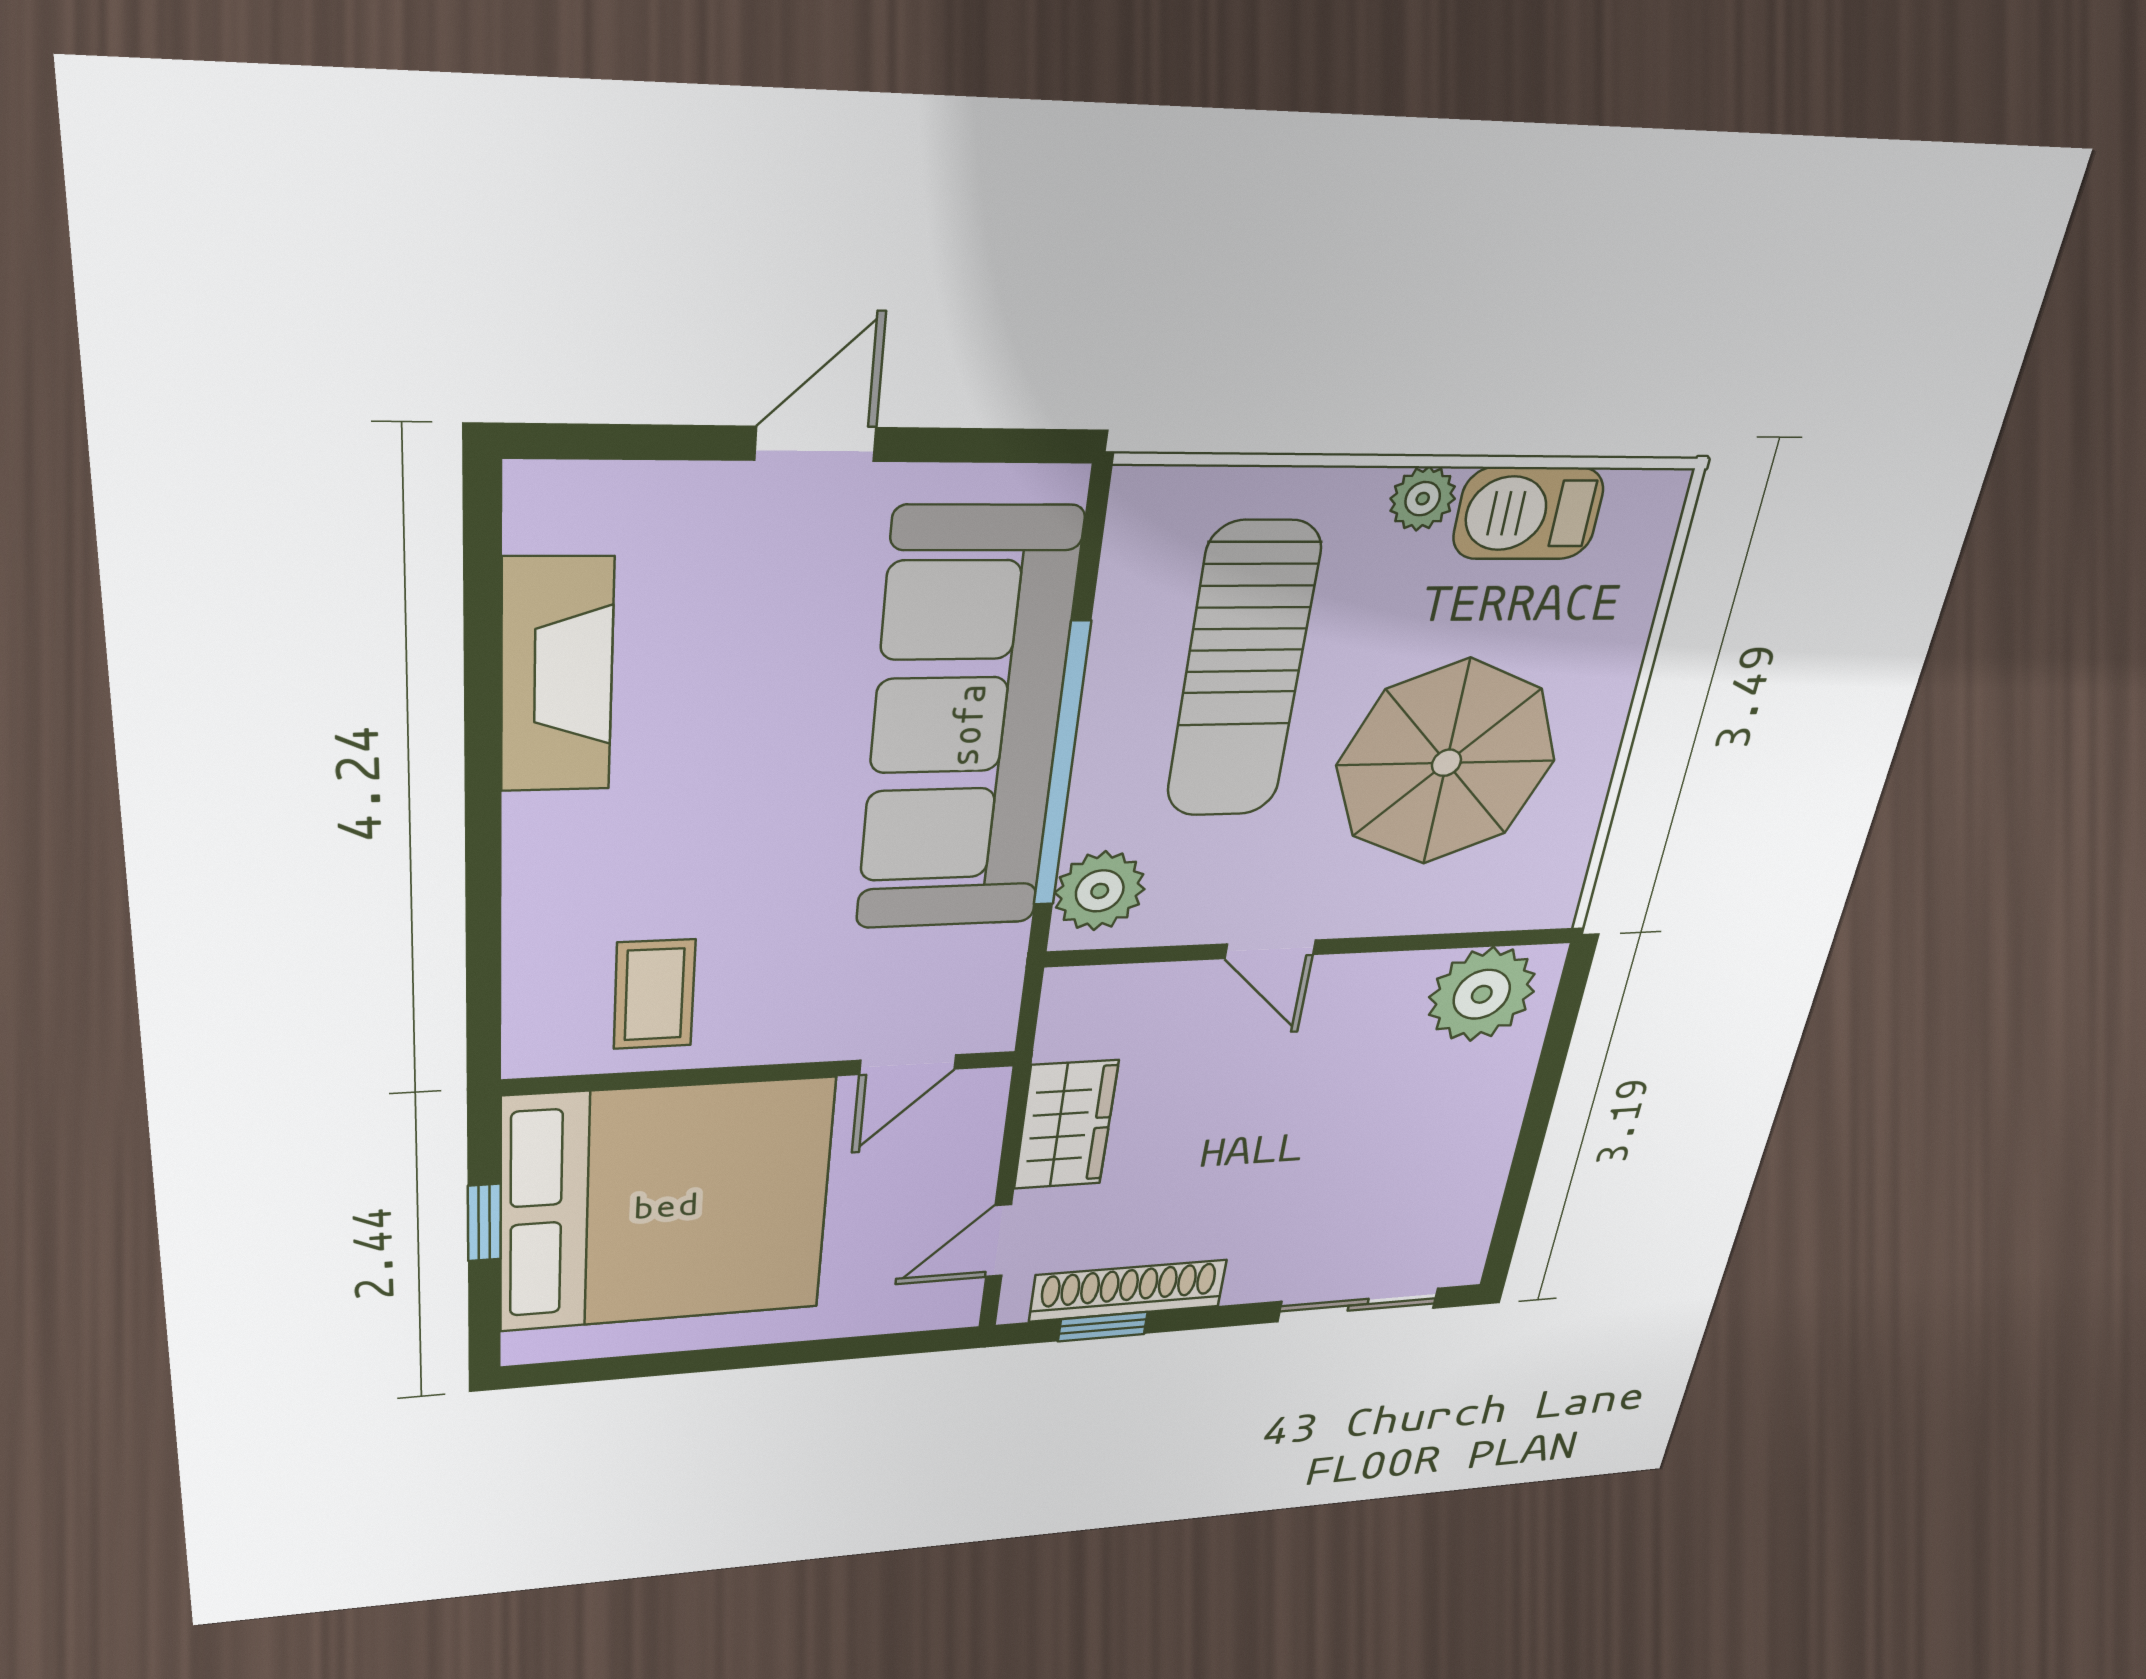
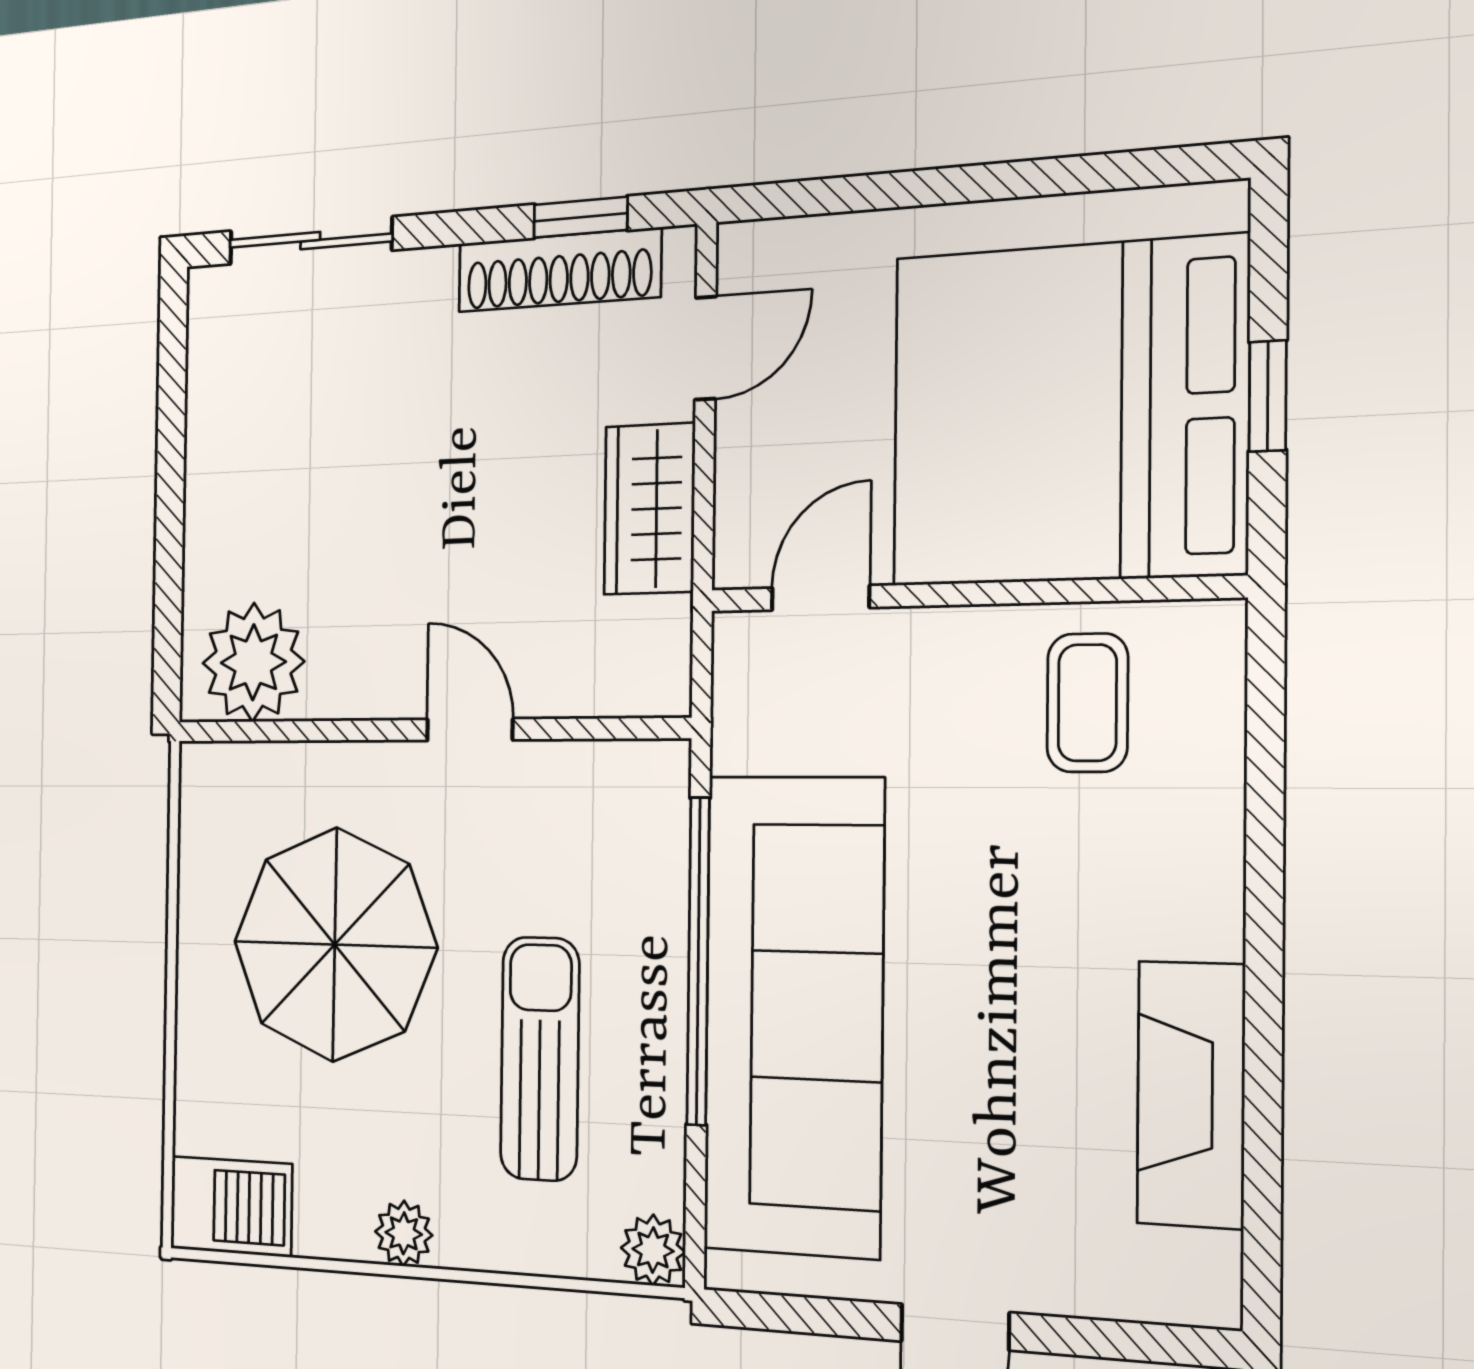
barbecue: (1528, 513) -> (231, 1206), moved
sun lounger: (1243, 672) -> (540, 1059), width x0.73, depth x0.75
plant: (1100, 891) -> (653, 1250), moved, width x0.73, depth x0.73

